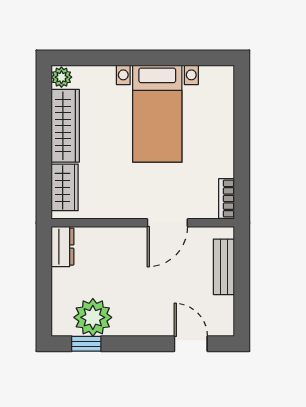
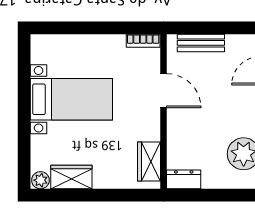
wardrobe: (65, 126) -> (71, 177), width x0.67
wardrobe: (65, 187) -> (149, 161), moved, turned -90

